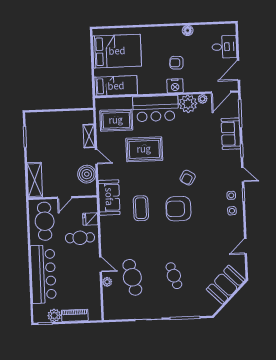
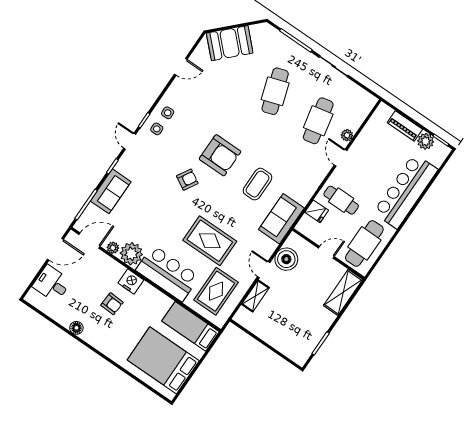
rug: (116, 120) -> (216, 291), turned 90
cafe table: (174, 276) -> (275, 91), width x1.37, depth x1.35

